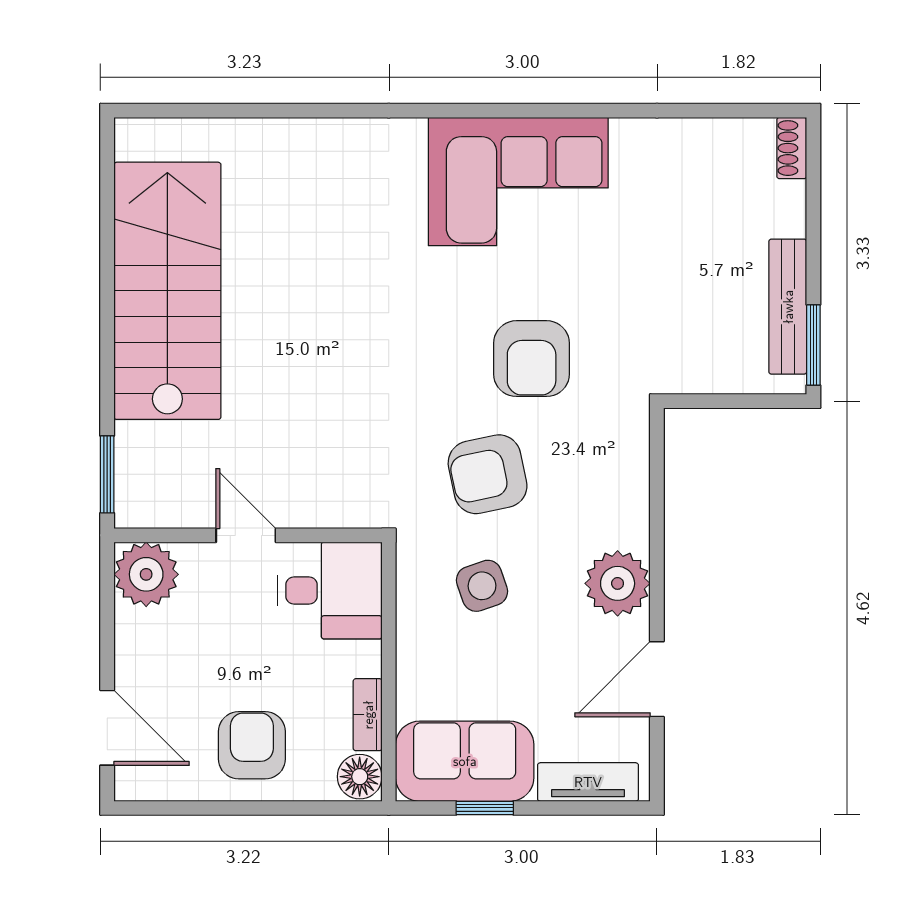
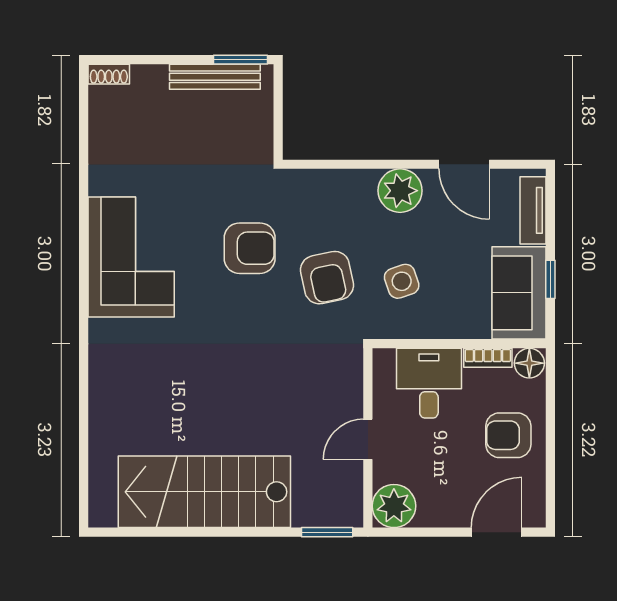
desk: (330, 590) -> (429, 383), moved

